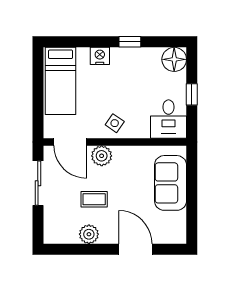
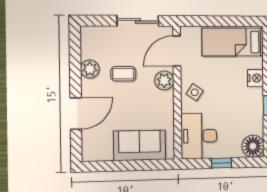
desk: (168, 119) -> (199, 136), width x1.37
coffee table: (94, 199) -> (123, 74), turned 90

